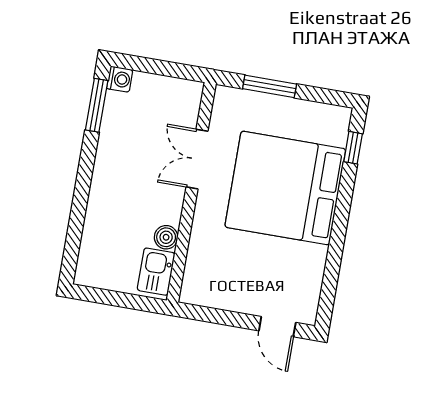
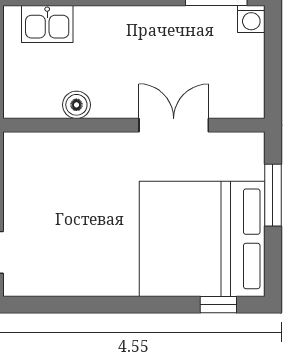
bed: (285, 188) -> (202, 239), moved, turned -90
kitchen sink: (156, 272) -> (47, 24), moved, turned 180

